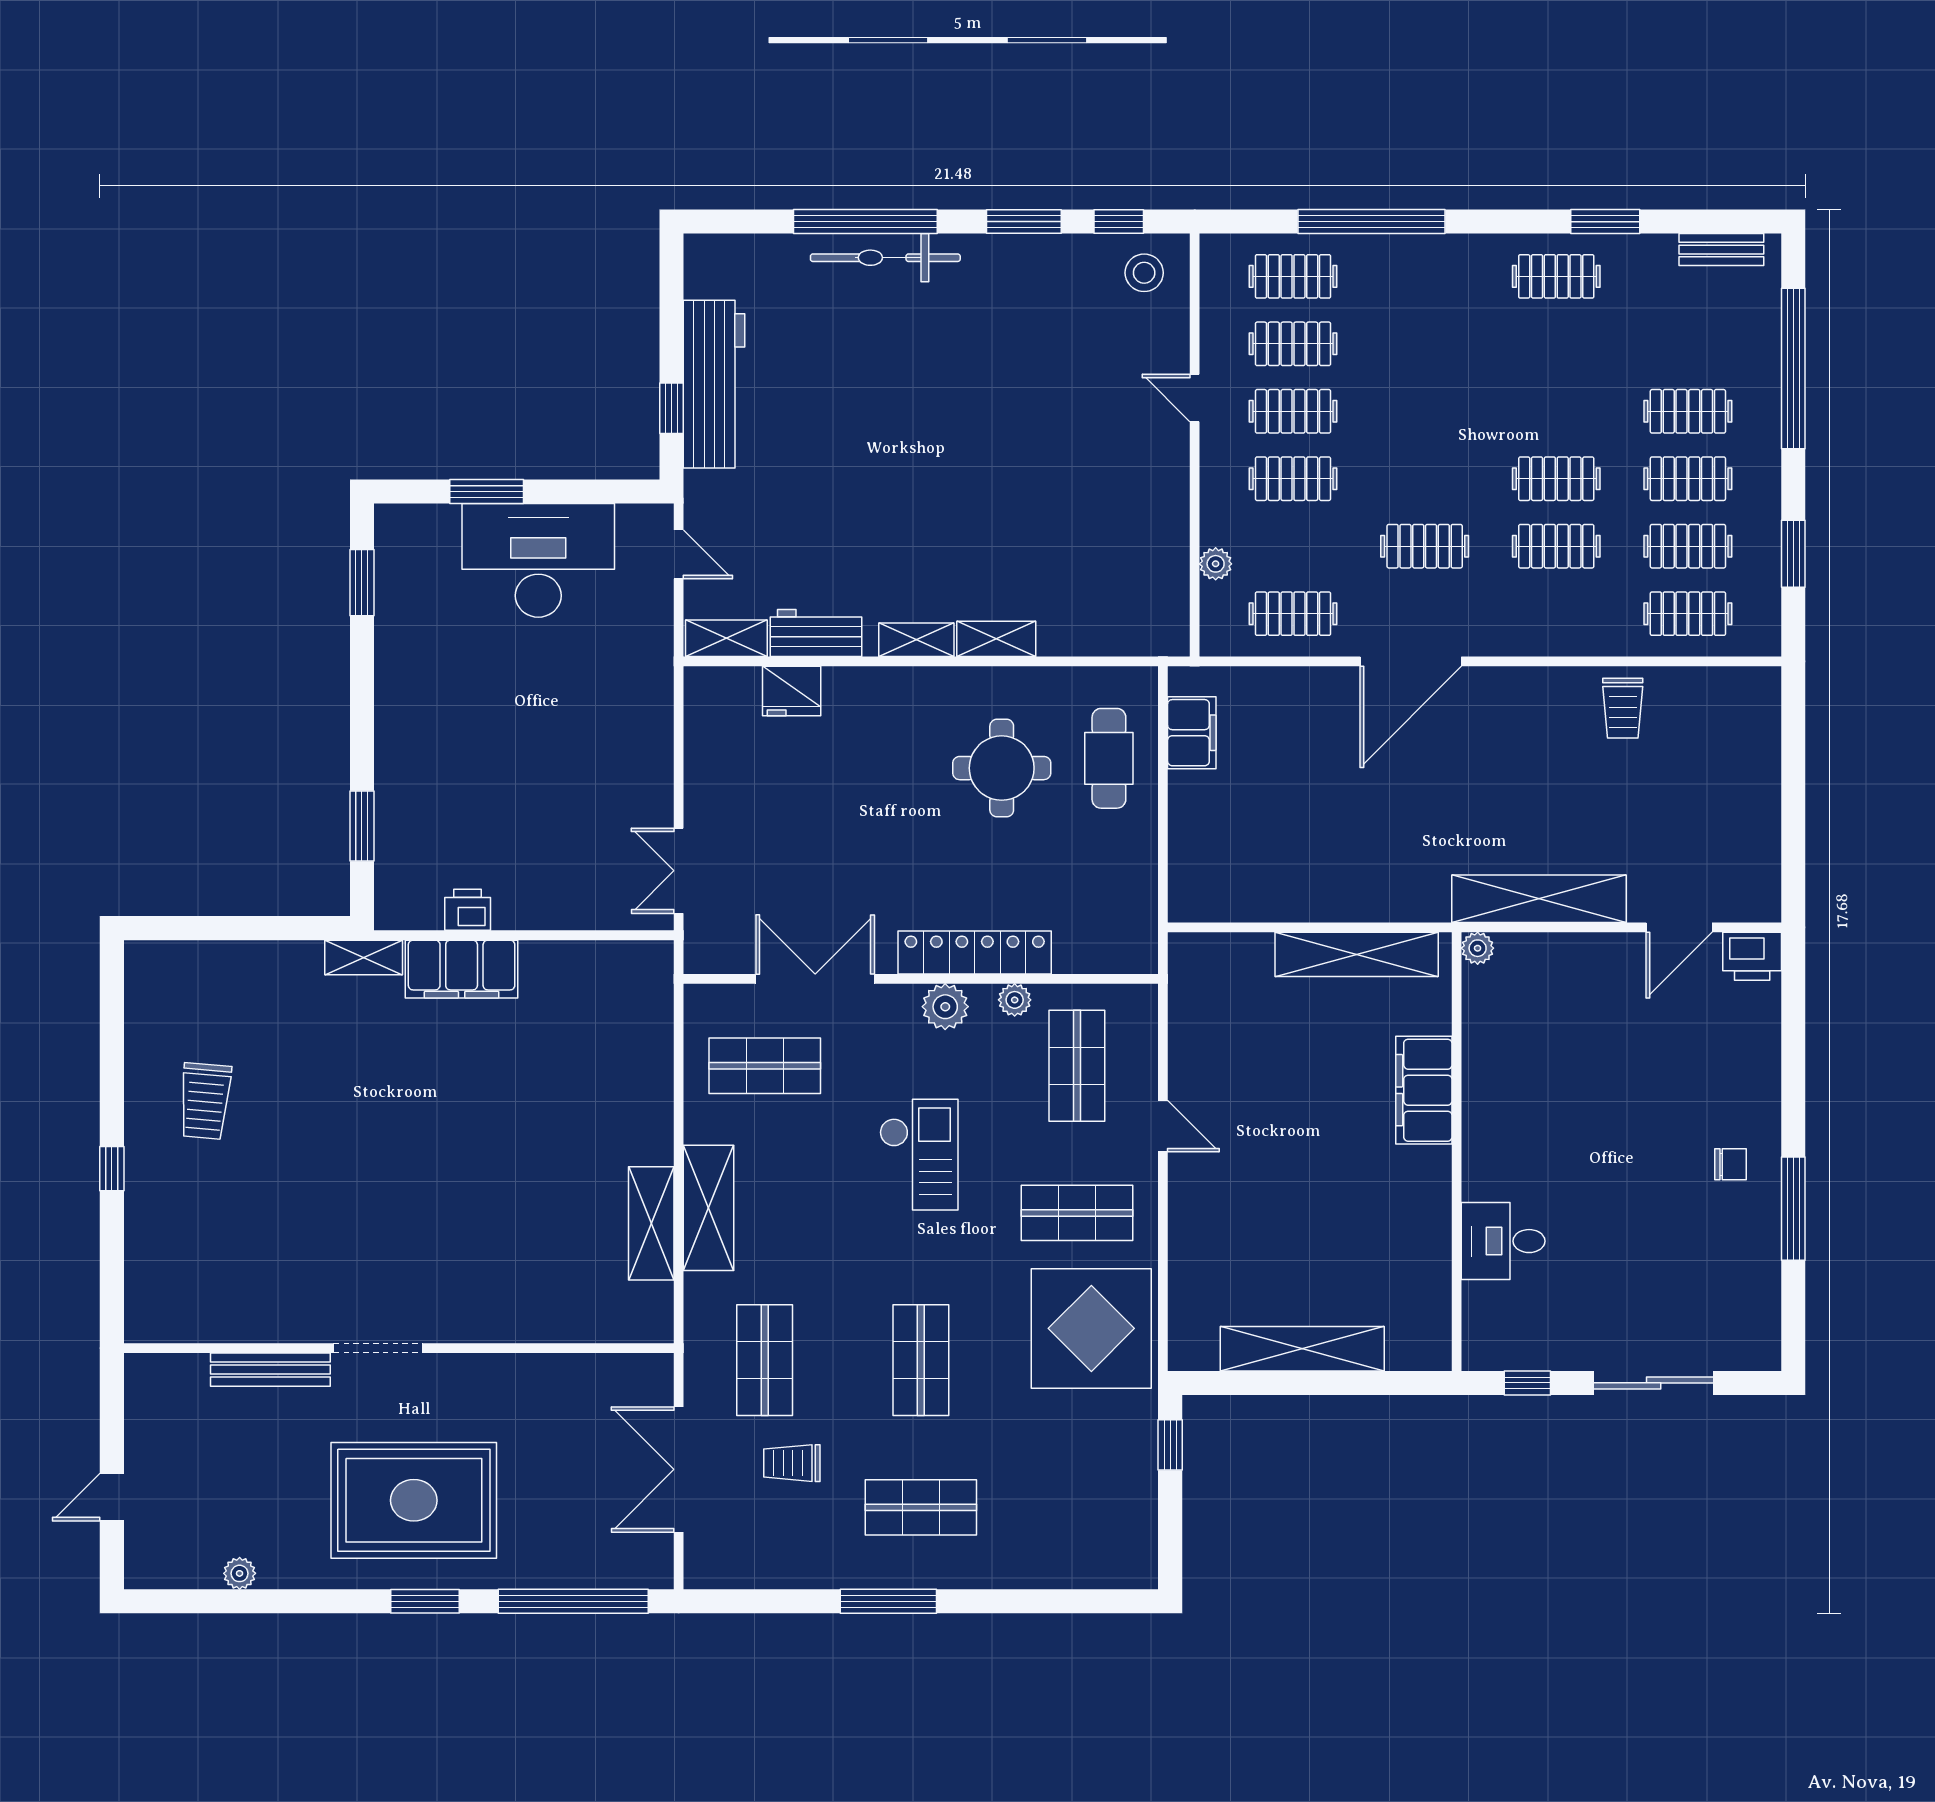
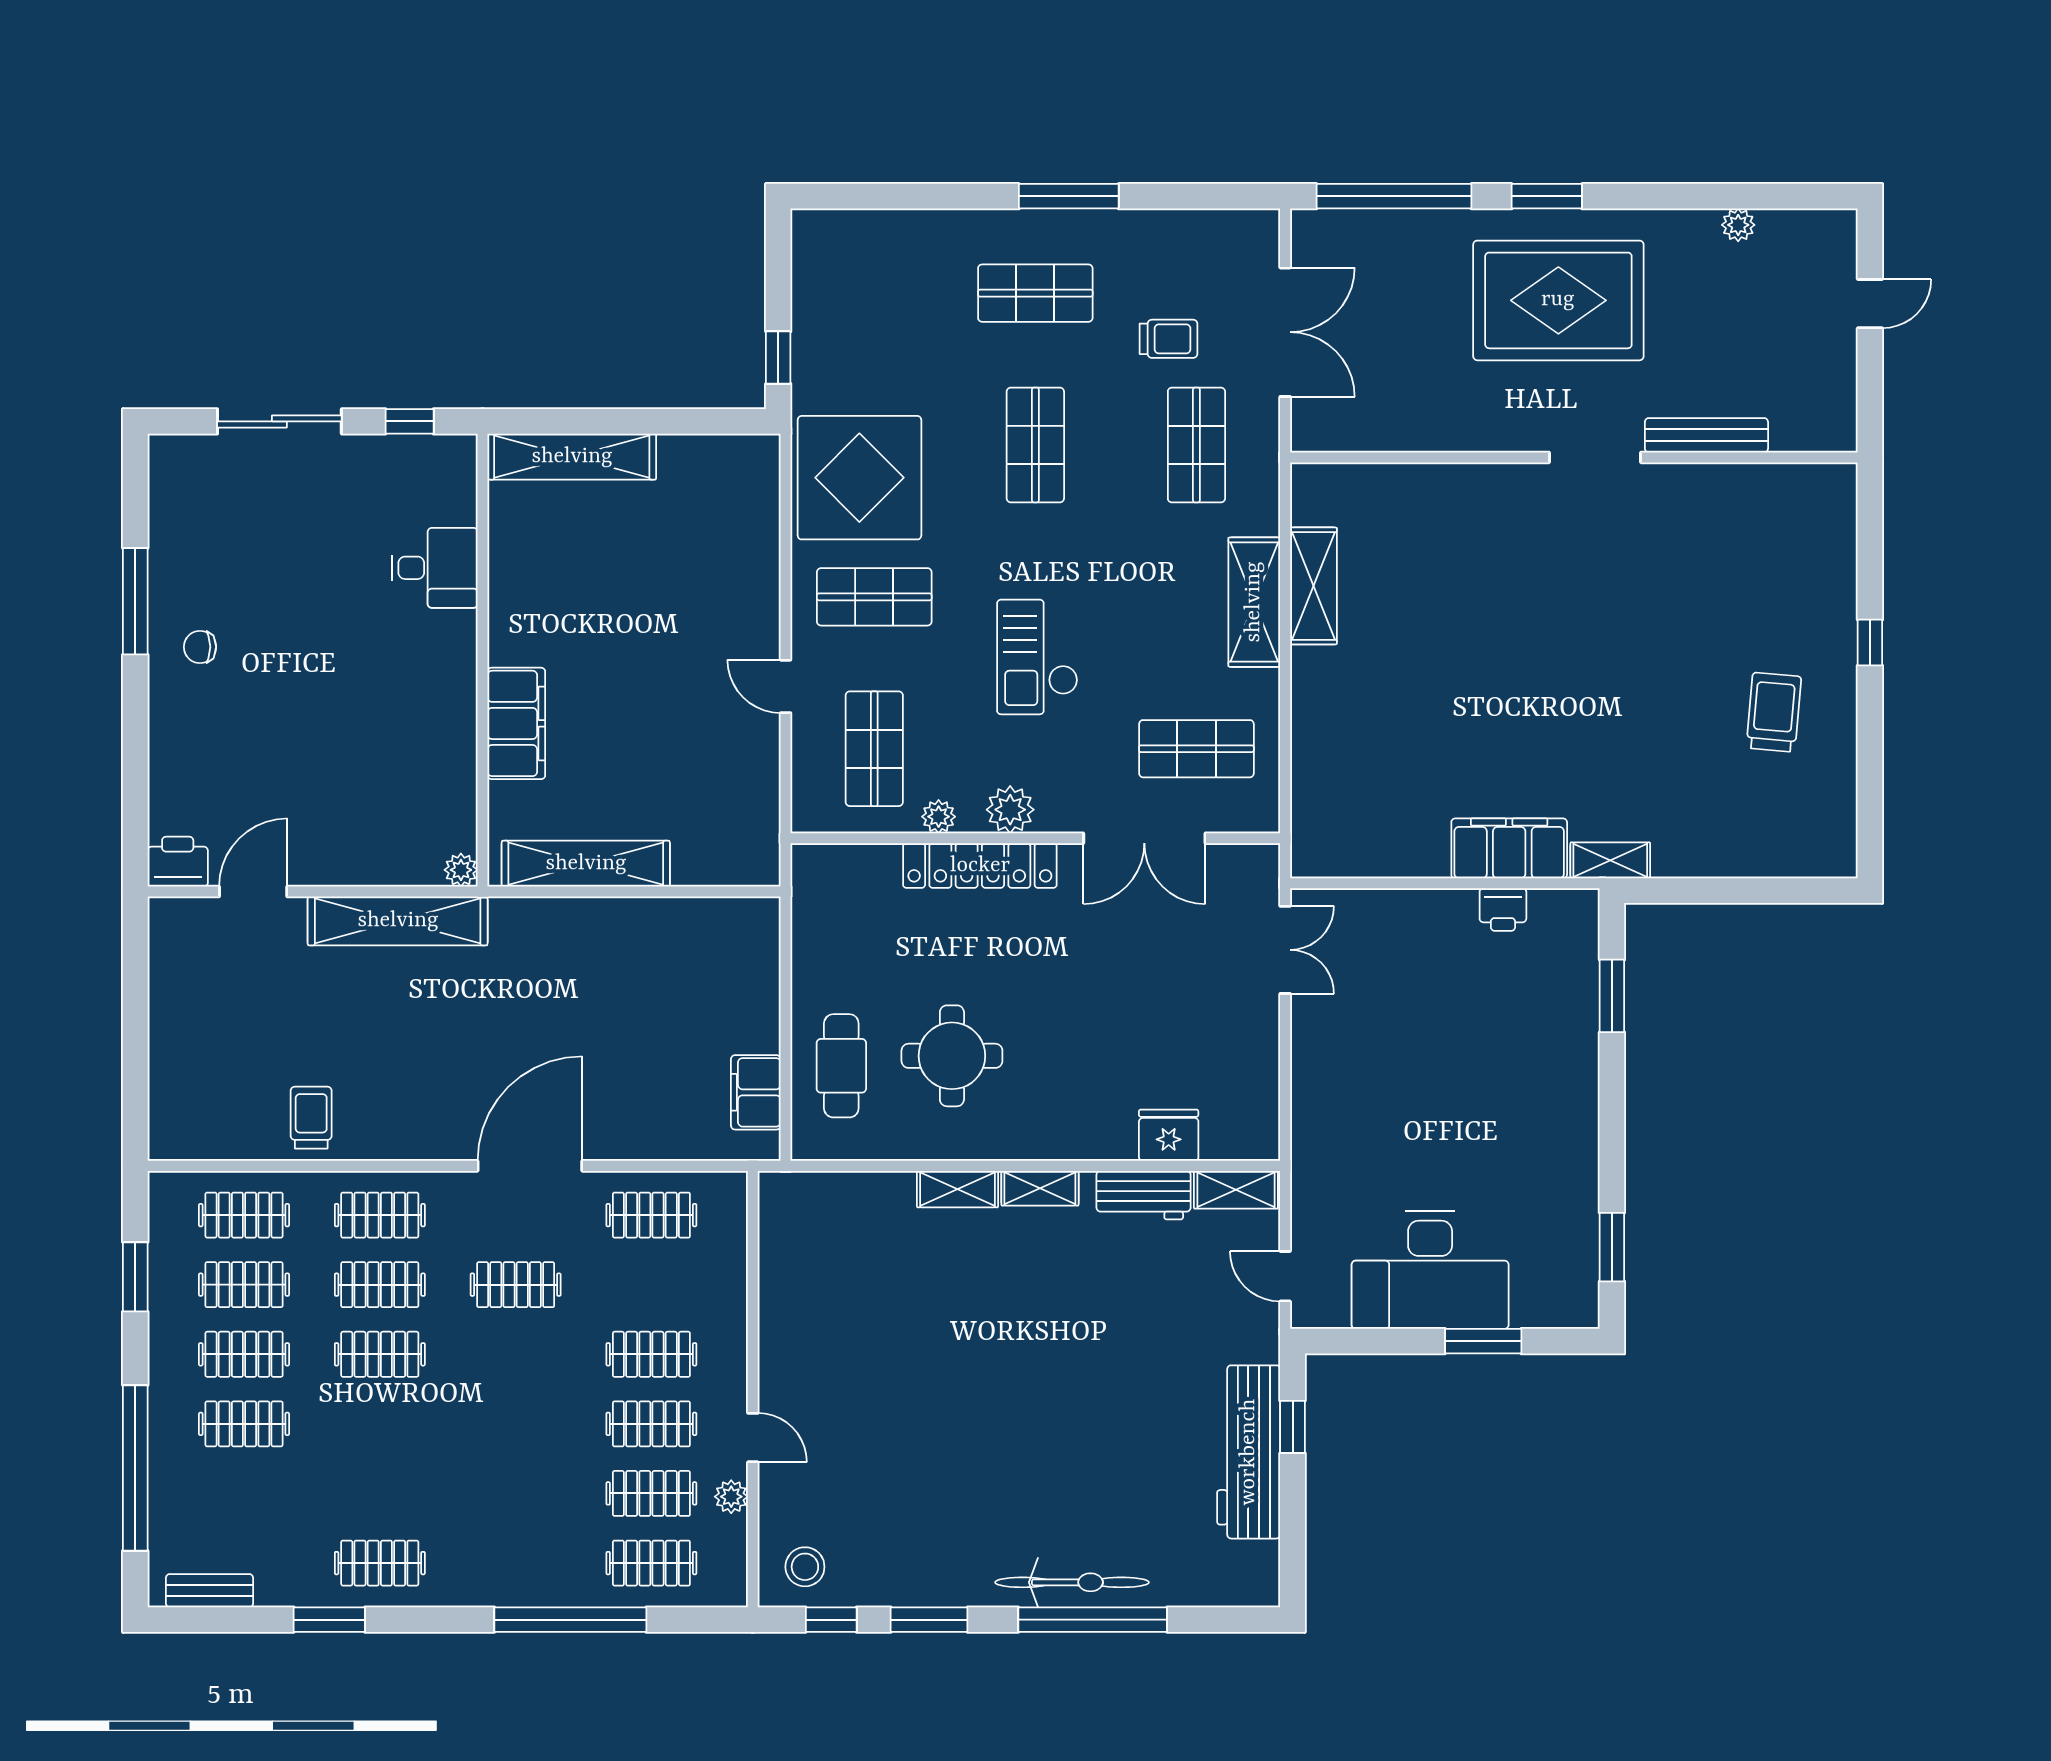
plant: (1216, 564) -> (731, 1497), moved
clothes rail: (1556, 614) -> (380, 1215), added
shelving: (1302, 1349) -> (572, 457), moved

